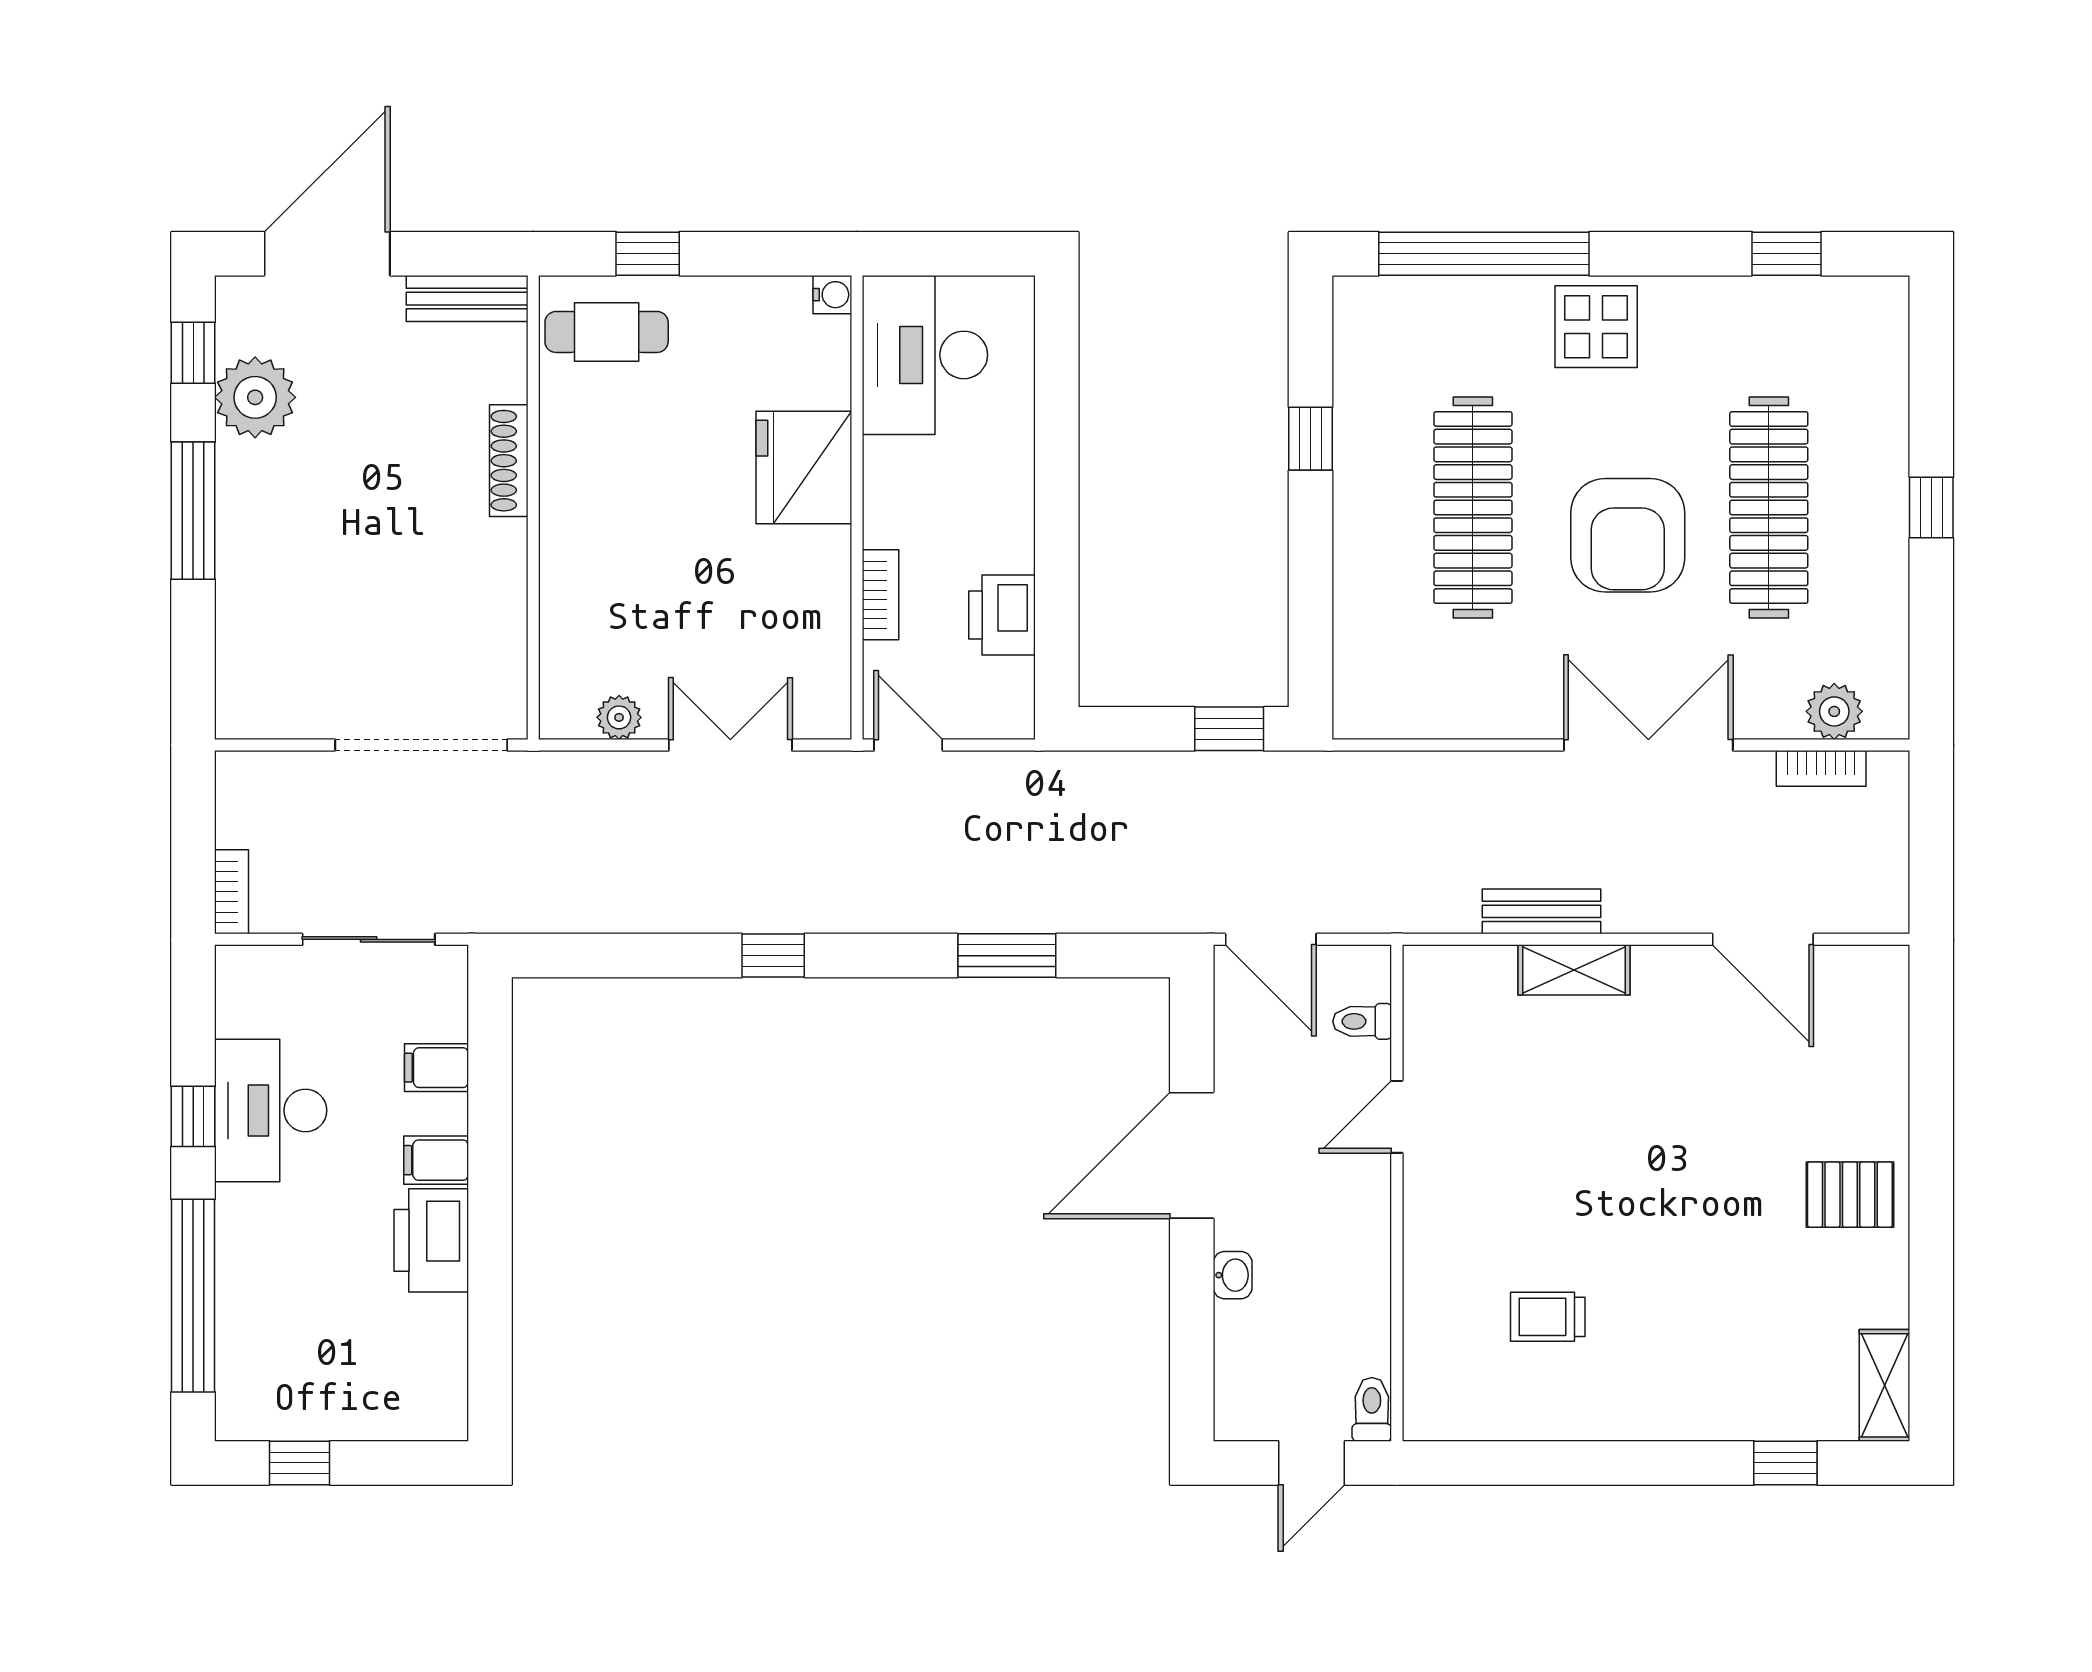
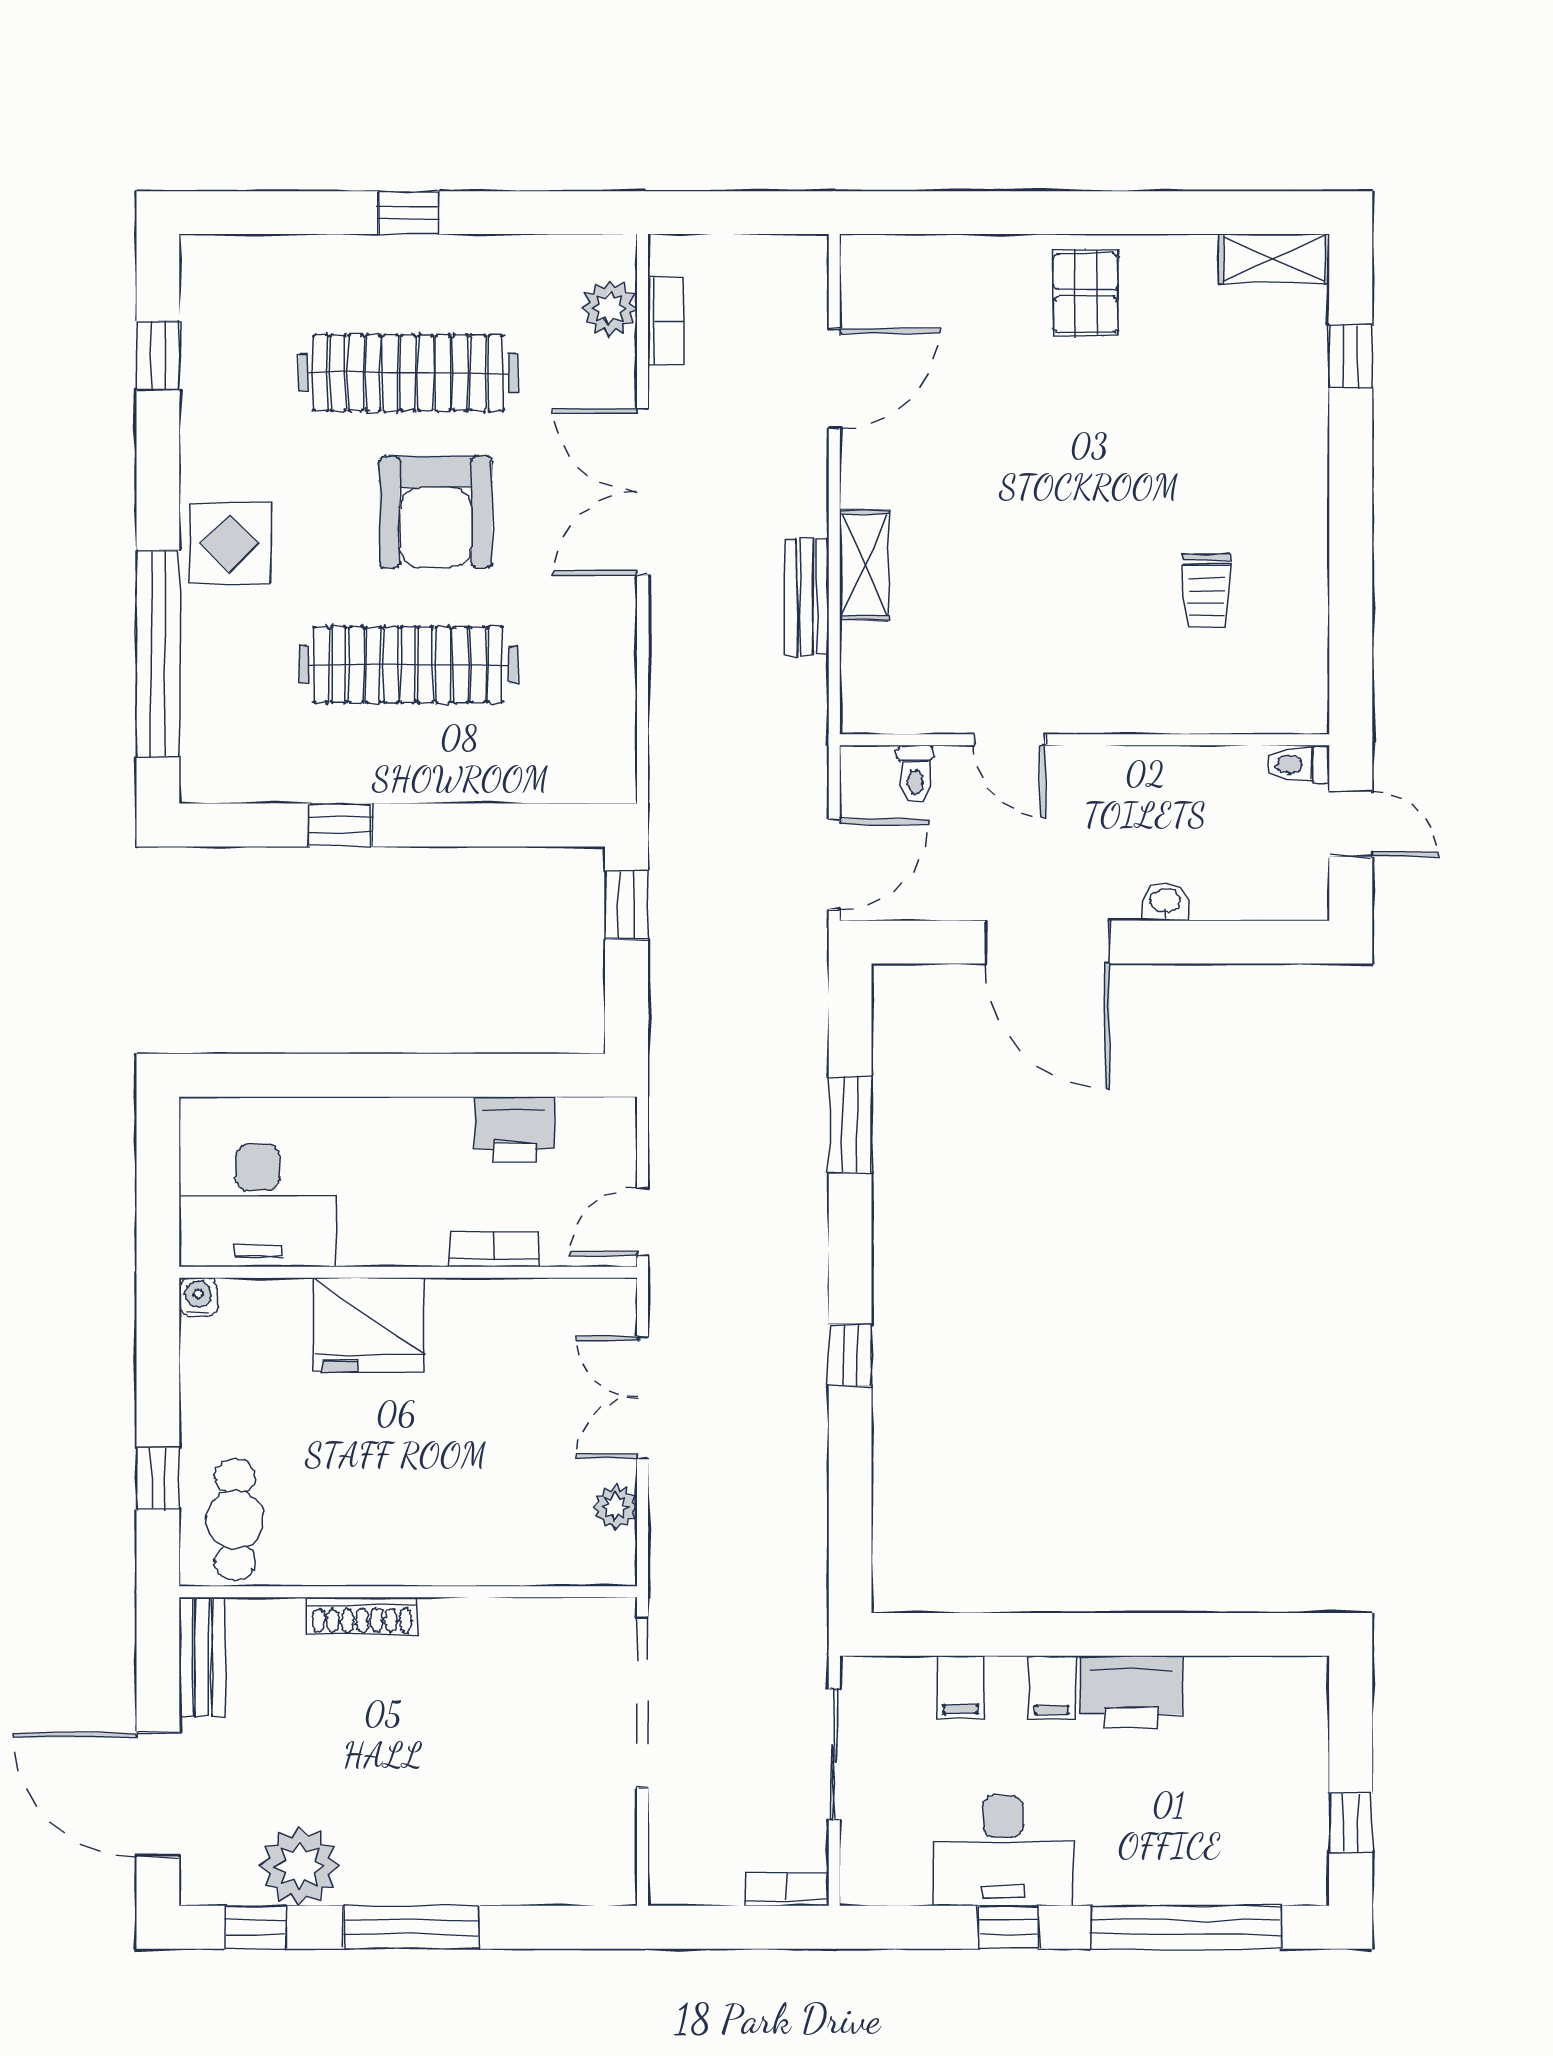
armchair: (1628, 535) -> (436, 512), turned 90

